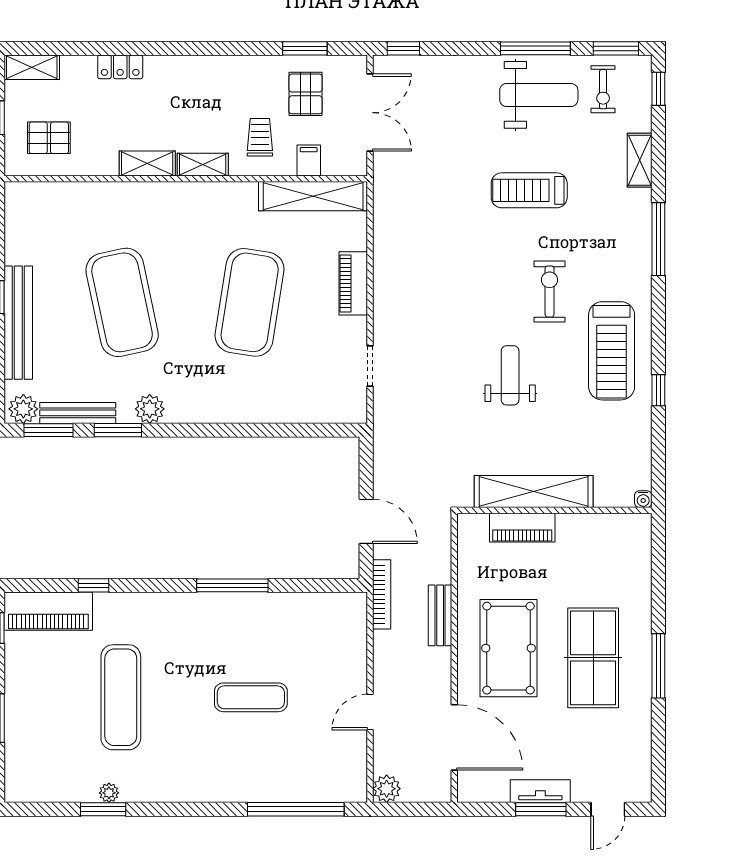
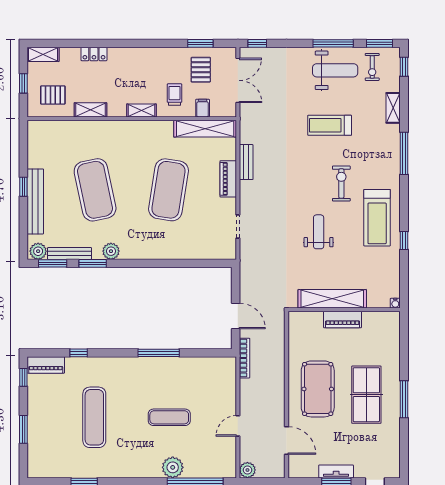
shelving: (147, 163) -> (90, 110), moved
piano: (522, 528) -> (343, 320), moved
piano: (48, 611) -> (46, 365), width x0.73, depth x0.75
bench: (440, 615) -> (246, 162), moved
door: (454, 737) -> (286, 440), width x0.73
plant: (109, 793) -> (173, 467), moved, width x1.87, depth x1.87

